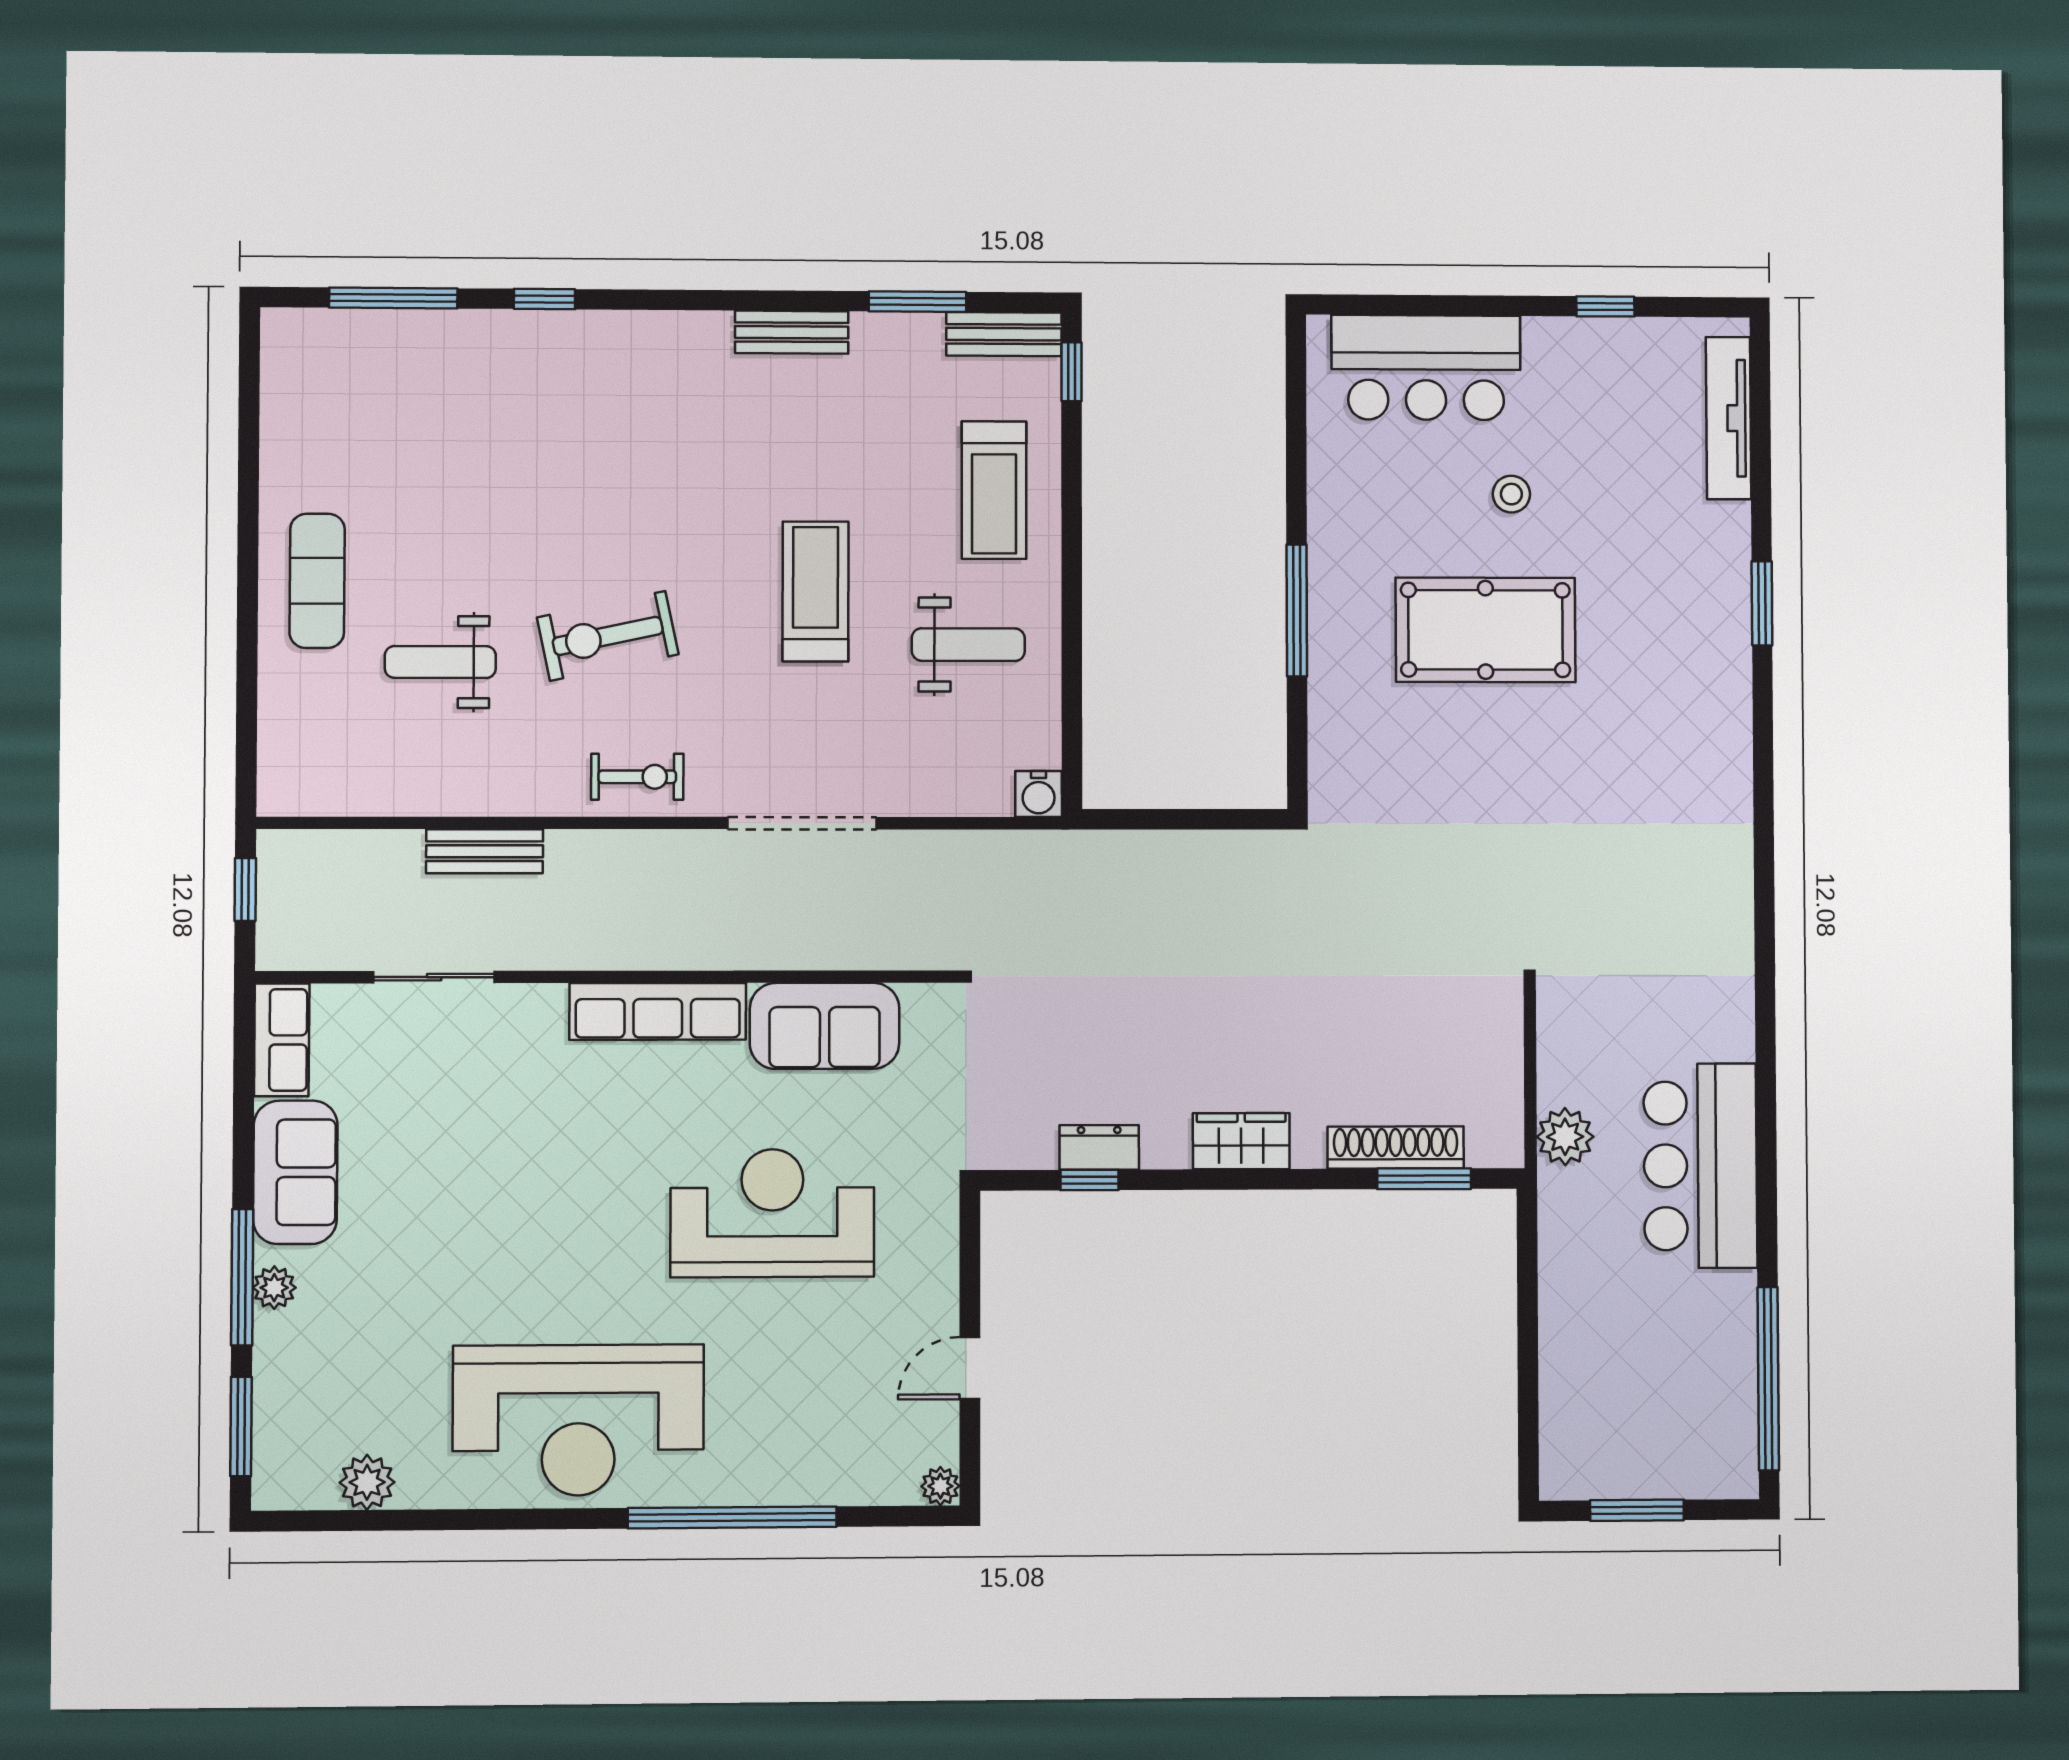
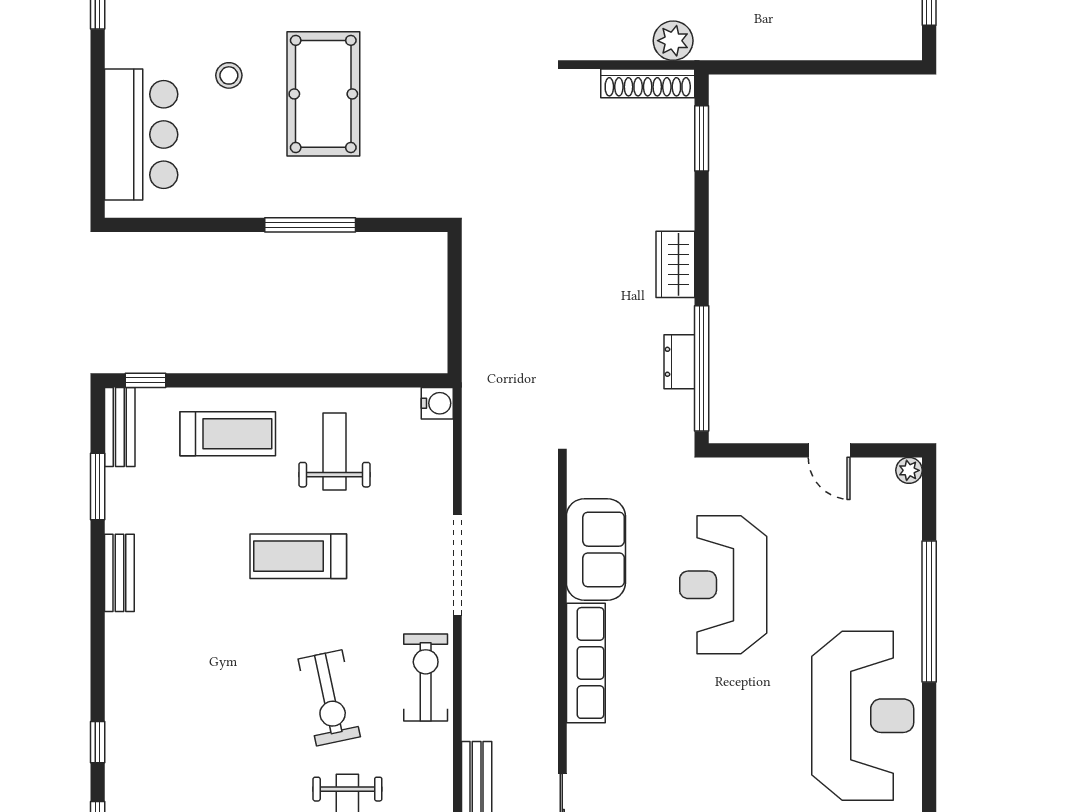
exercise bike: (637, 777) -> (426, 677), width x1.38, depth x1.39
shoe rack: (1396, 1148) -> (648, 83), moved, turned -90
window: (1090, 1180) -> (702, 368), width x3.17

